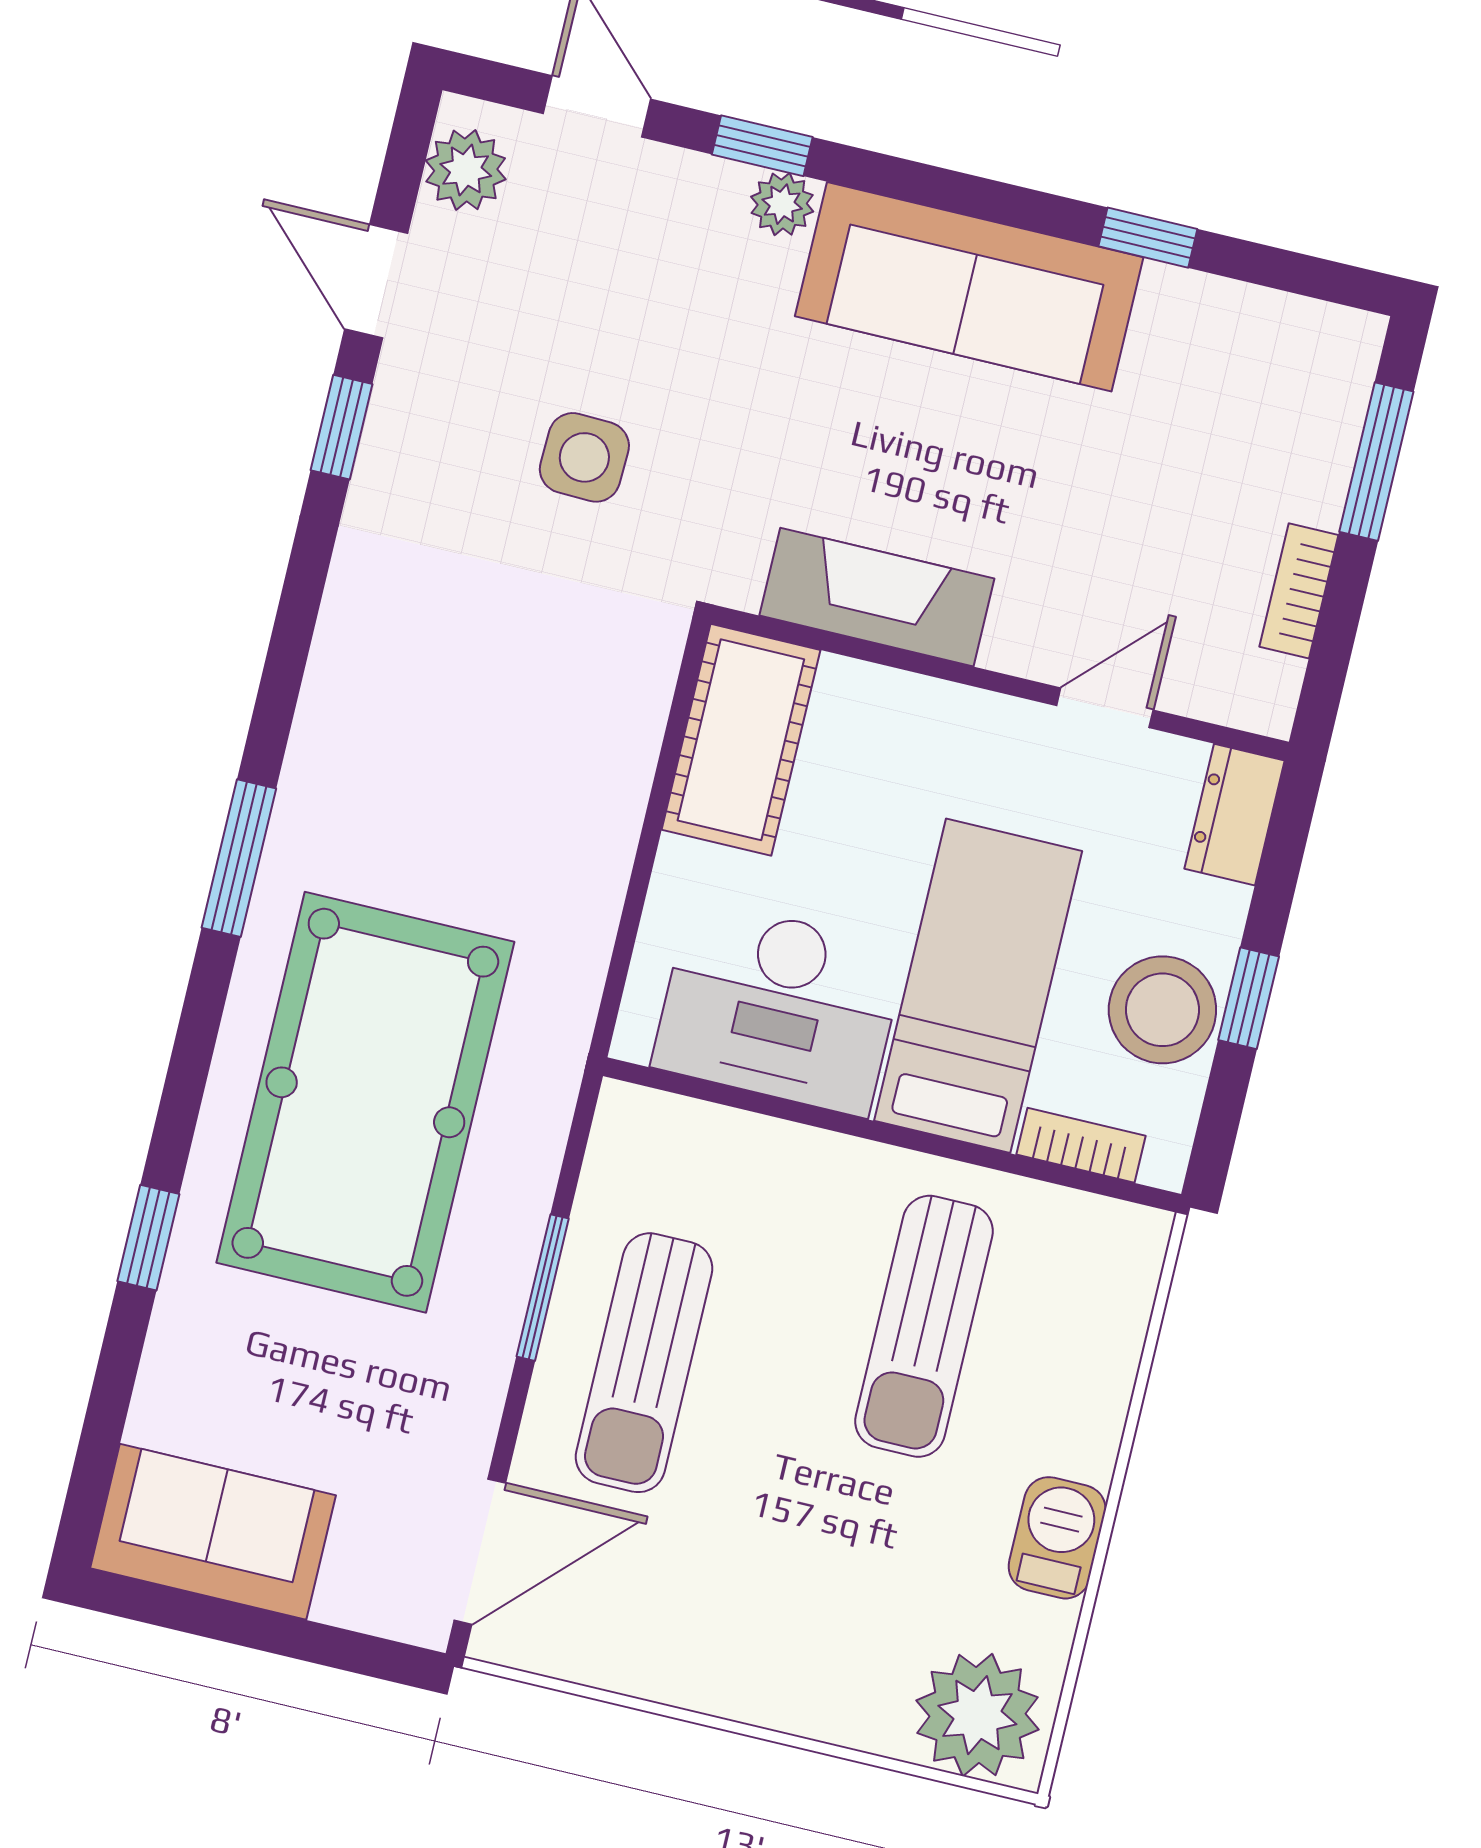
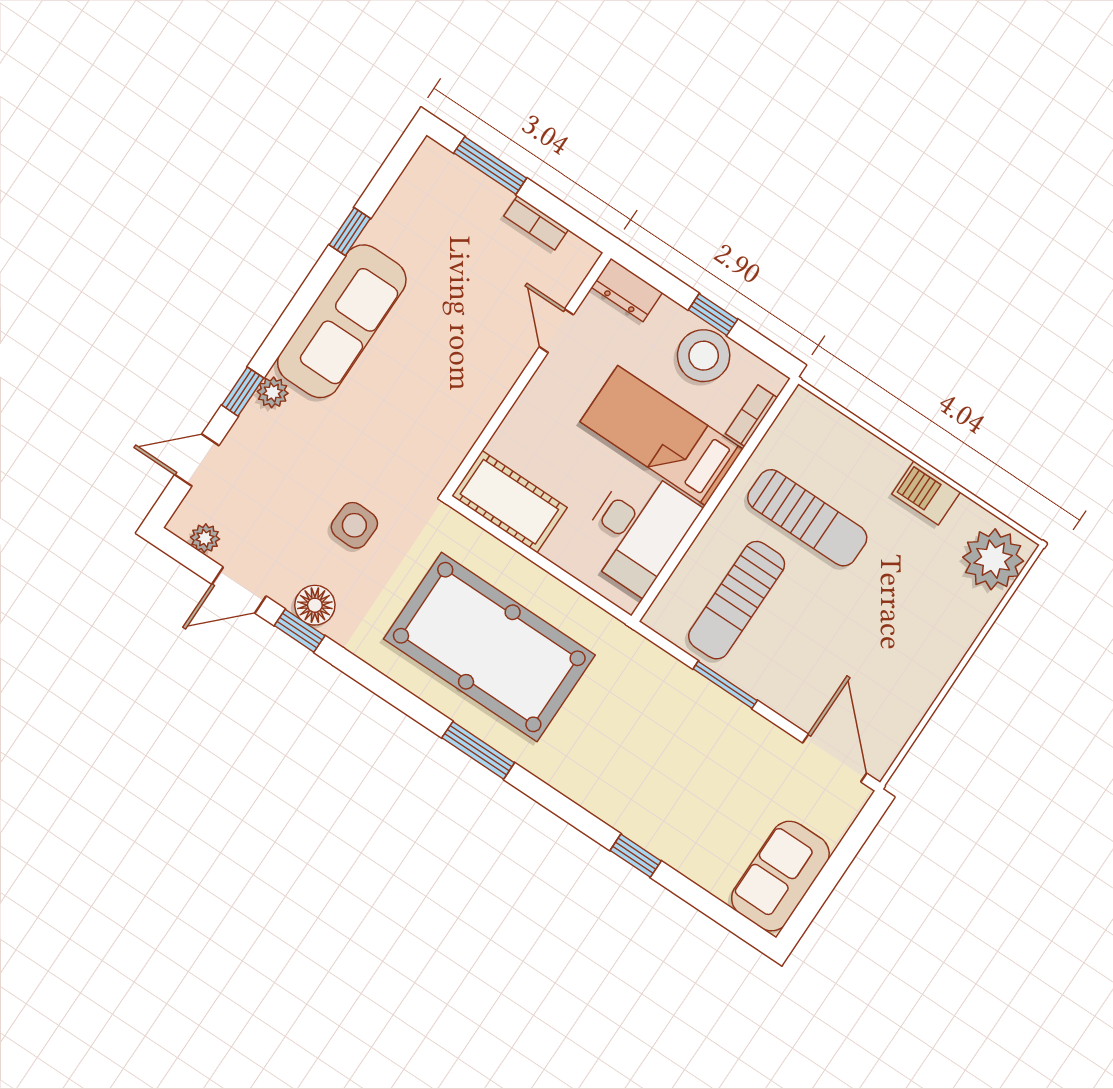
plant: (466, 170) -> (205, 538), width x0.73, depth x0.73
floor lamp: (402, 439) -> (315, 605), added
fireplace: (877, 597) -> (467, 416), removed
pool table: (365, 1102) -> (489, 647), moved
sun lounger: (644, 1363) -> (737, 600), moved, turned 90

